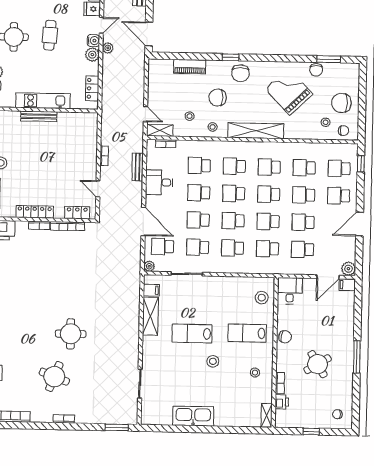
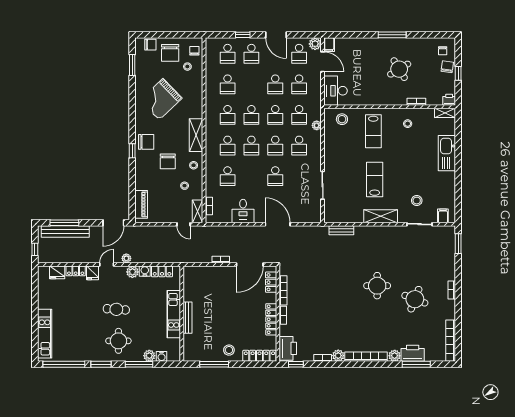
door: (101, 25) -> (107, 264), hinge flipped
water cooler: (93, 41) -> (145, 271), moved
piano: (190, 67) -> (141, 204), moved
chair: (316, 70) -> (150, 45), moved
door: (146, 114) -> (184, 224), swing flipped
shelving: (256, 131) -> (196, 135), width x0.68
window: (361, 164) -> (243, 35), moved
bench: (138, 167) -> (341, 230), moved
door: (98, 189) -> (250, 264), width x1.88
school desk: (199, 193) -> (251, 176), removed
school desk: (304, 195) -> (299, 54), moved
door: (143, 221) -> (278, 224), hinge flipped
school desk: (163, 247) -> (299, 207), removed
school desk: (198, 247) -> (299, 176), removed
plant: (149, 266) -> (317, 125), moved
filing cabinet: (151, 290) -> (443, 216), moved
desk: (290, 291) -> (336, 91), width x1.37
shelving: (150, 316) -> (381, 216), moved
lab bench: (192, 333) -> (375, 180), turned 180
chair: (285, 337) -> (447, 67), moved
stool: (213, 361) -> (417, 201), moved
printer: (282, 402) -> (449, 100), moved
kitchen sink: (193, 416) -> (447, 153), moved

